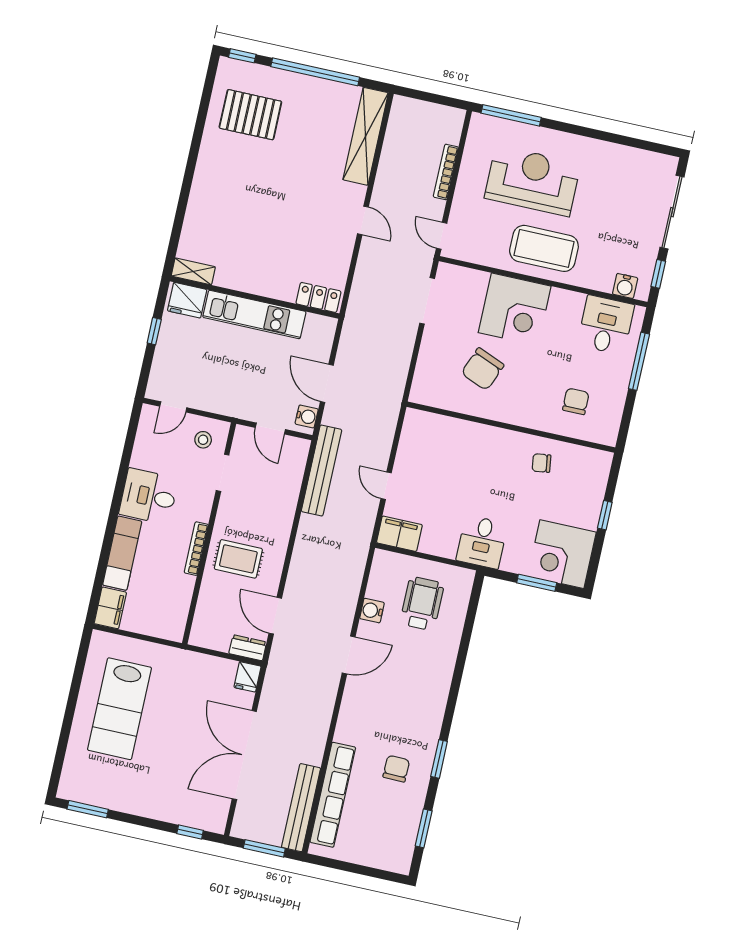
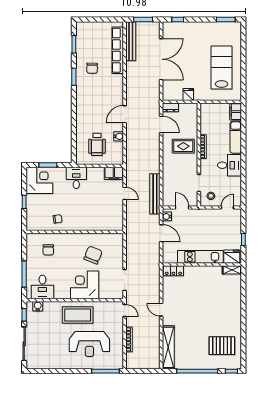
fridge: (248, 677) -> (188, 94), moved

